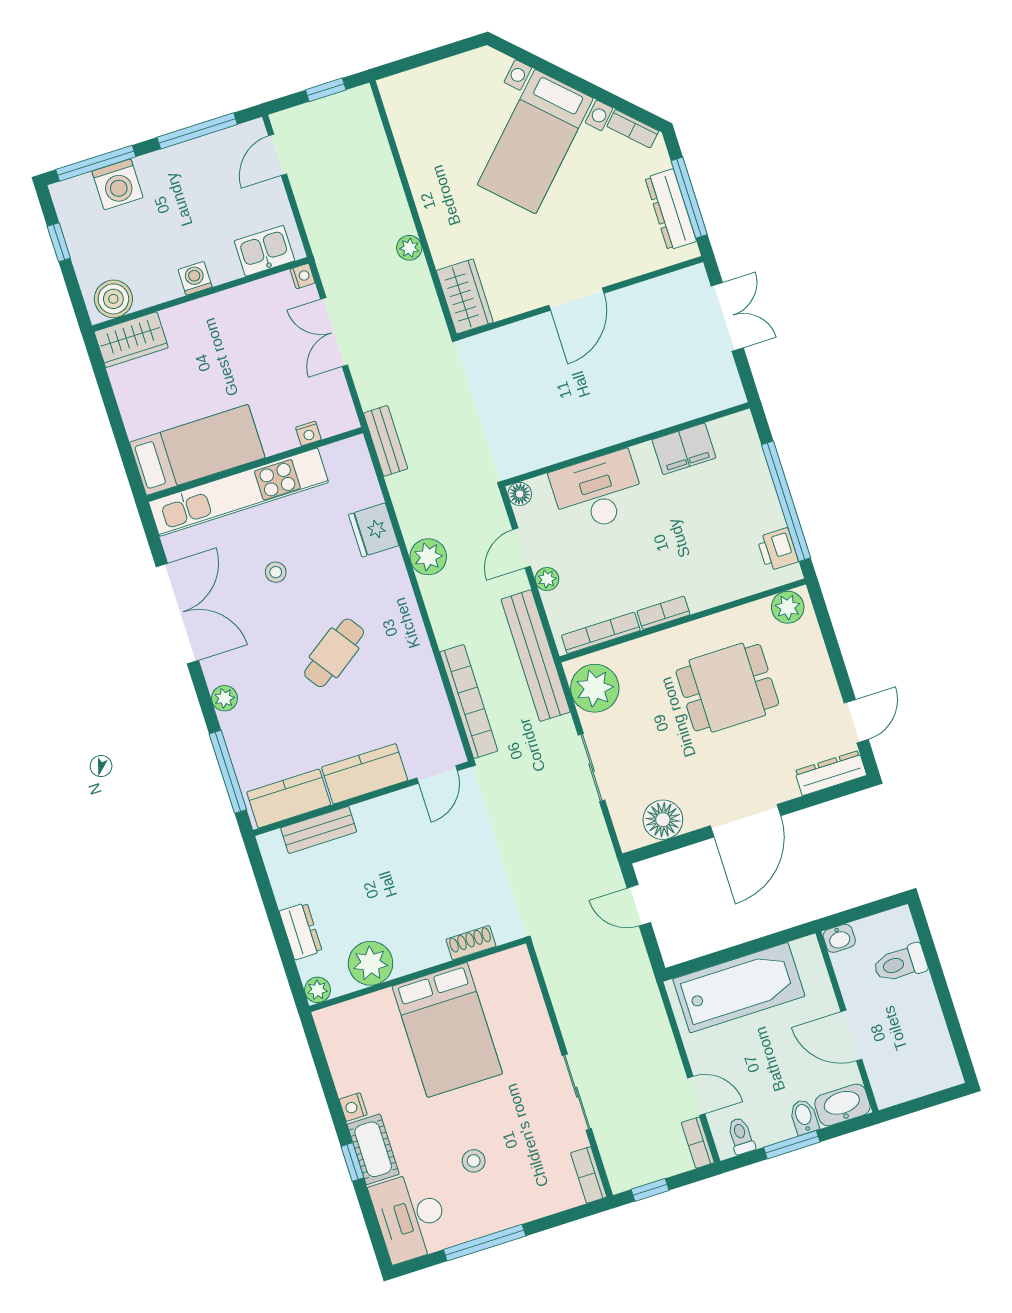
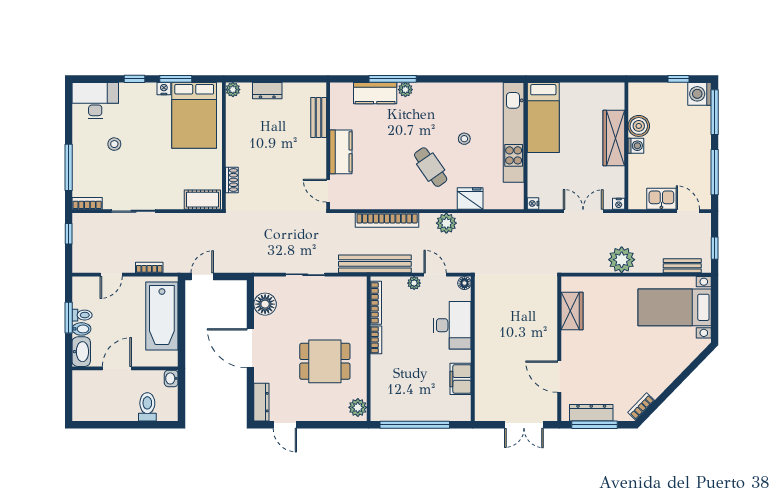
bed with nightstands: (535, 141) -> (675, 307), moved, turned -44
washing machine: (117, 184) -> (700, 94), moved
plant: (409, 248) -> (622, 260), width x1.88, depth x1.88
kitchen sink: (264, 251) -> (661, 199), moved, turned -90
wardrobe: (465, 296) -> (572, 311), moved, turned -90
boiler: (113, 299) -> (639, 126), moved
door: (576, 299) -> (559, 377), moved
wardrobe: (131, 340) -> (614, 138), moved, width x1.50
nightstand: (308, 433) -> (533, 203), moved
bench: (386, 441) -> (682, 266), moved
printer: (778, 549) -> (390, 412), removed
double door: (177, 614) -> (459, 79), removed
cafe table: (334, 653) -> (431, 167), moved
plant: (595, 688) -> (347, 290), removed
dining table: (727, 688) -> (325, 361), turned 90
bookcase: (469, 702) -> (387, 220), moved
window: (228, 772) -> (393, 79), moved
kitchen counter: (289, 798) -> (375, 93), moved, turned 90
door: (639, 905) -> (202, 276), moved
plant: (371, 963) -> (238, 123), removed
bed: (447, 1030) -> (194, 115), moved, turned -90
window: (330, 1092) -> (176, 79), added
toilet: (741, 1136) -> (82, 315), moved
bookcase: (698, 1143) -> (149, 267), moved
cot: (373, 1149) -> (202, 200), moved
window: (485, 1243) -> (69, 167), moved

